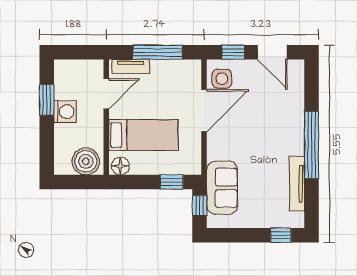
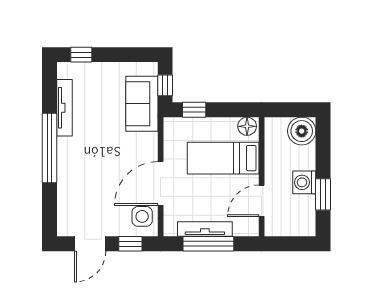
door: (272, 52) -> (90, 244), swing flipped
tv unit: (131, 66) -> (205, 229), moved, width x1.41
boiler: (86, 161) -> (302, 131), moved

